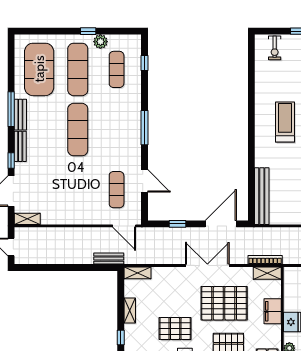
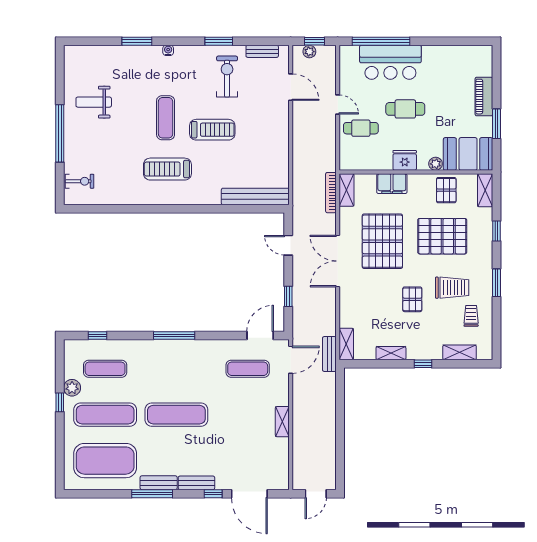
door: (144, 181) -> (260, 336), moved
shelving: (27, 219) -> (282, 422), moved
door: (221, 224) -> (288, 245), width x0.53
bench: (109, 259) -> (329, 354), moved
pallet: (175, 329) -> (412, 299), width x0.67, depth x0.71

